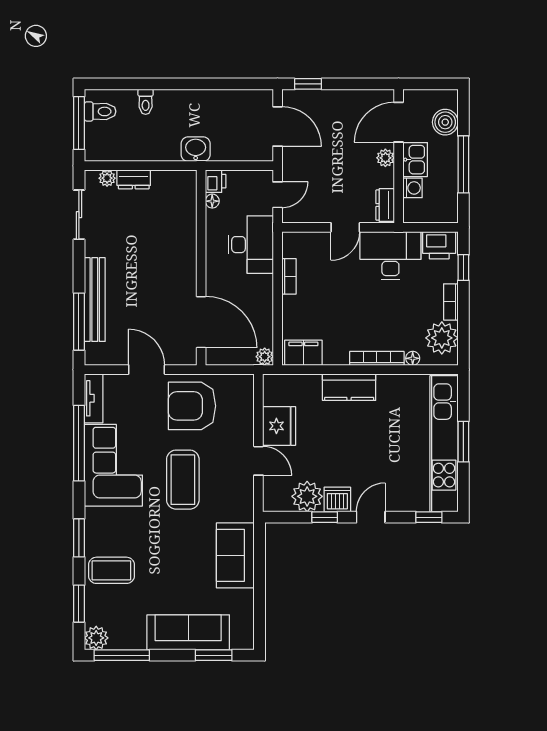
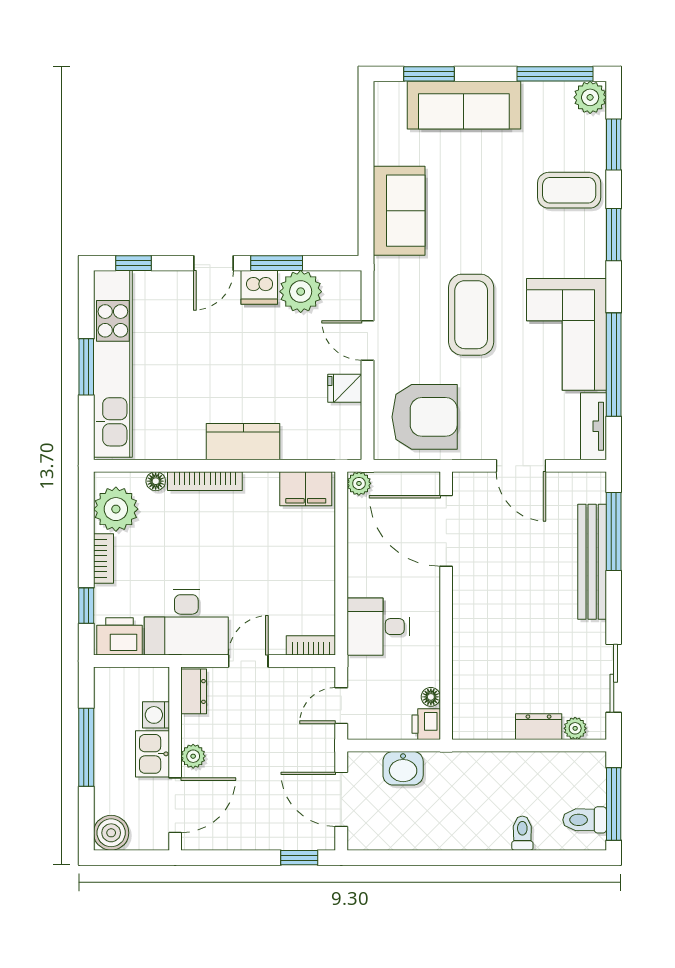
boiler: (445, 122) -> (111, 833), moved
washbasin: (196, 149) -> (403, 768), moved
desk: (251, 245) -> (378, 627), width x0.73
bookcase: (289, 276) -> (311, 645), moved, turned 90
armchair: (192, 406) -> (425, 417), moved
fridge: (279, 426) -> (345, 388), width x0.53, depth x0.75
window: (325, 517) -> (277, 263), width x1.50

